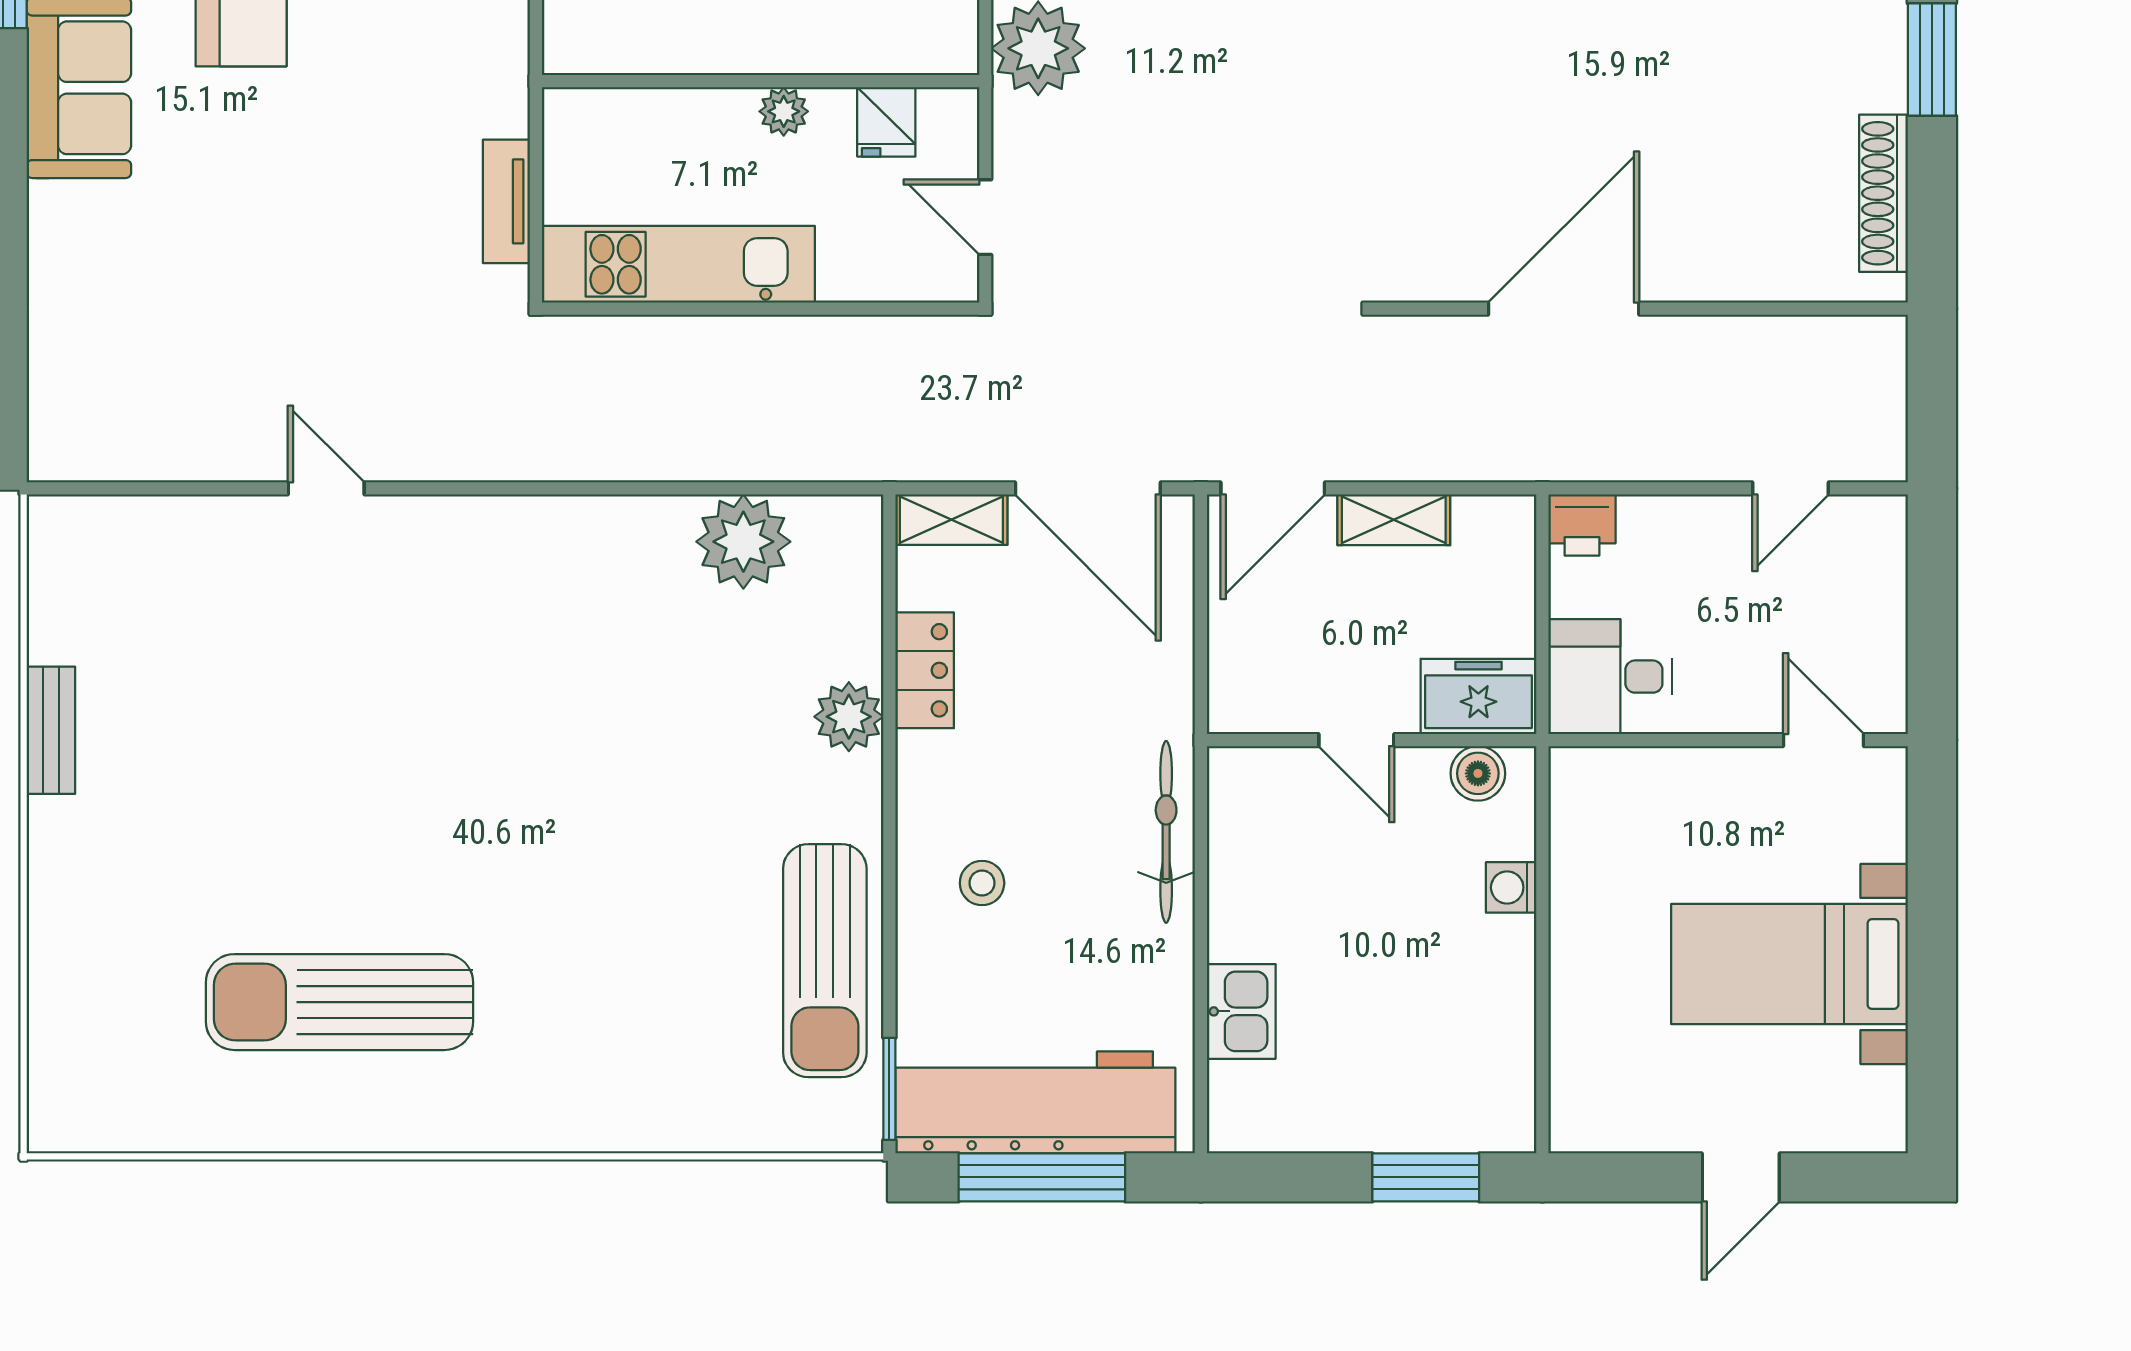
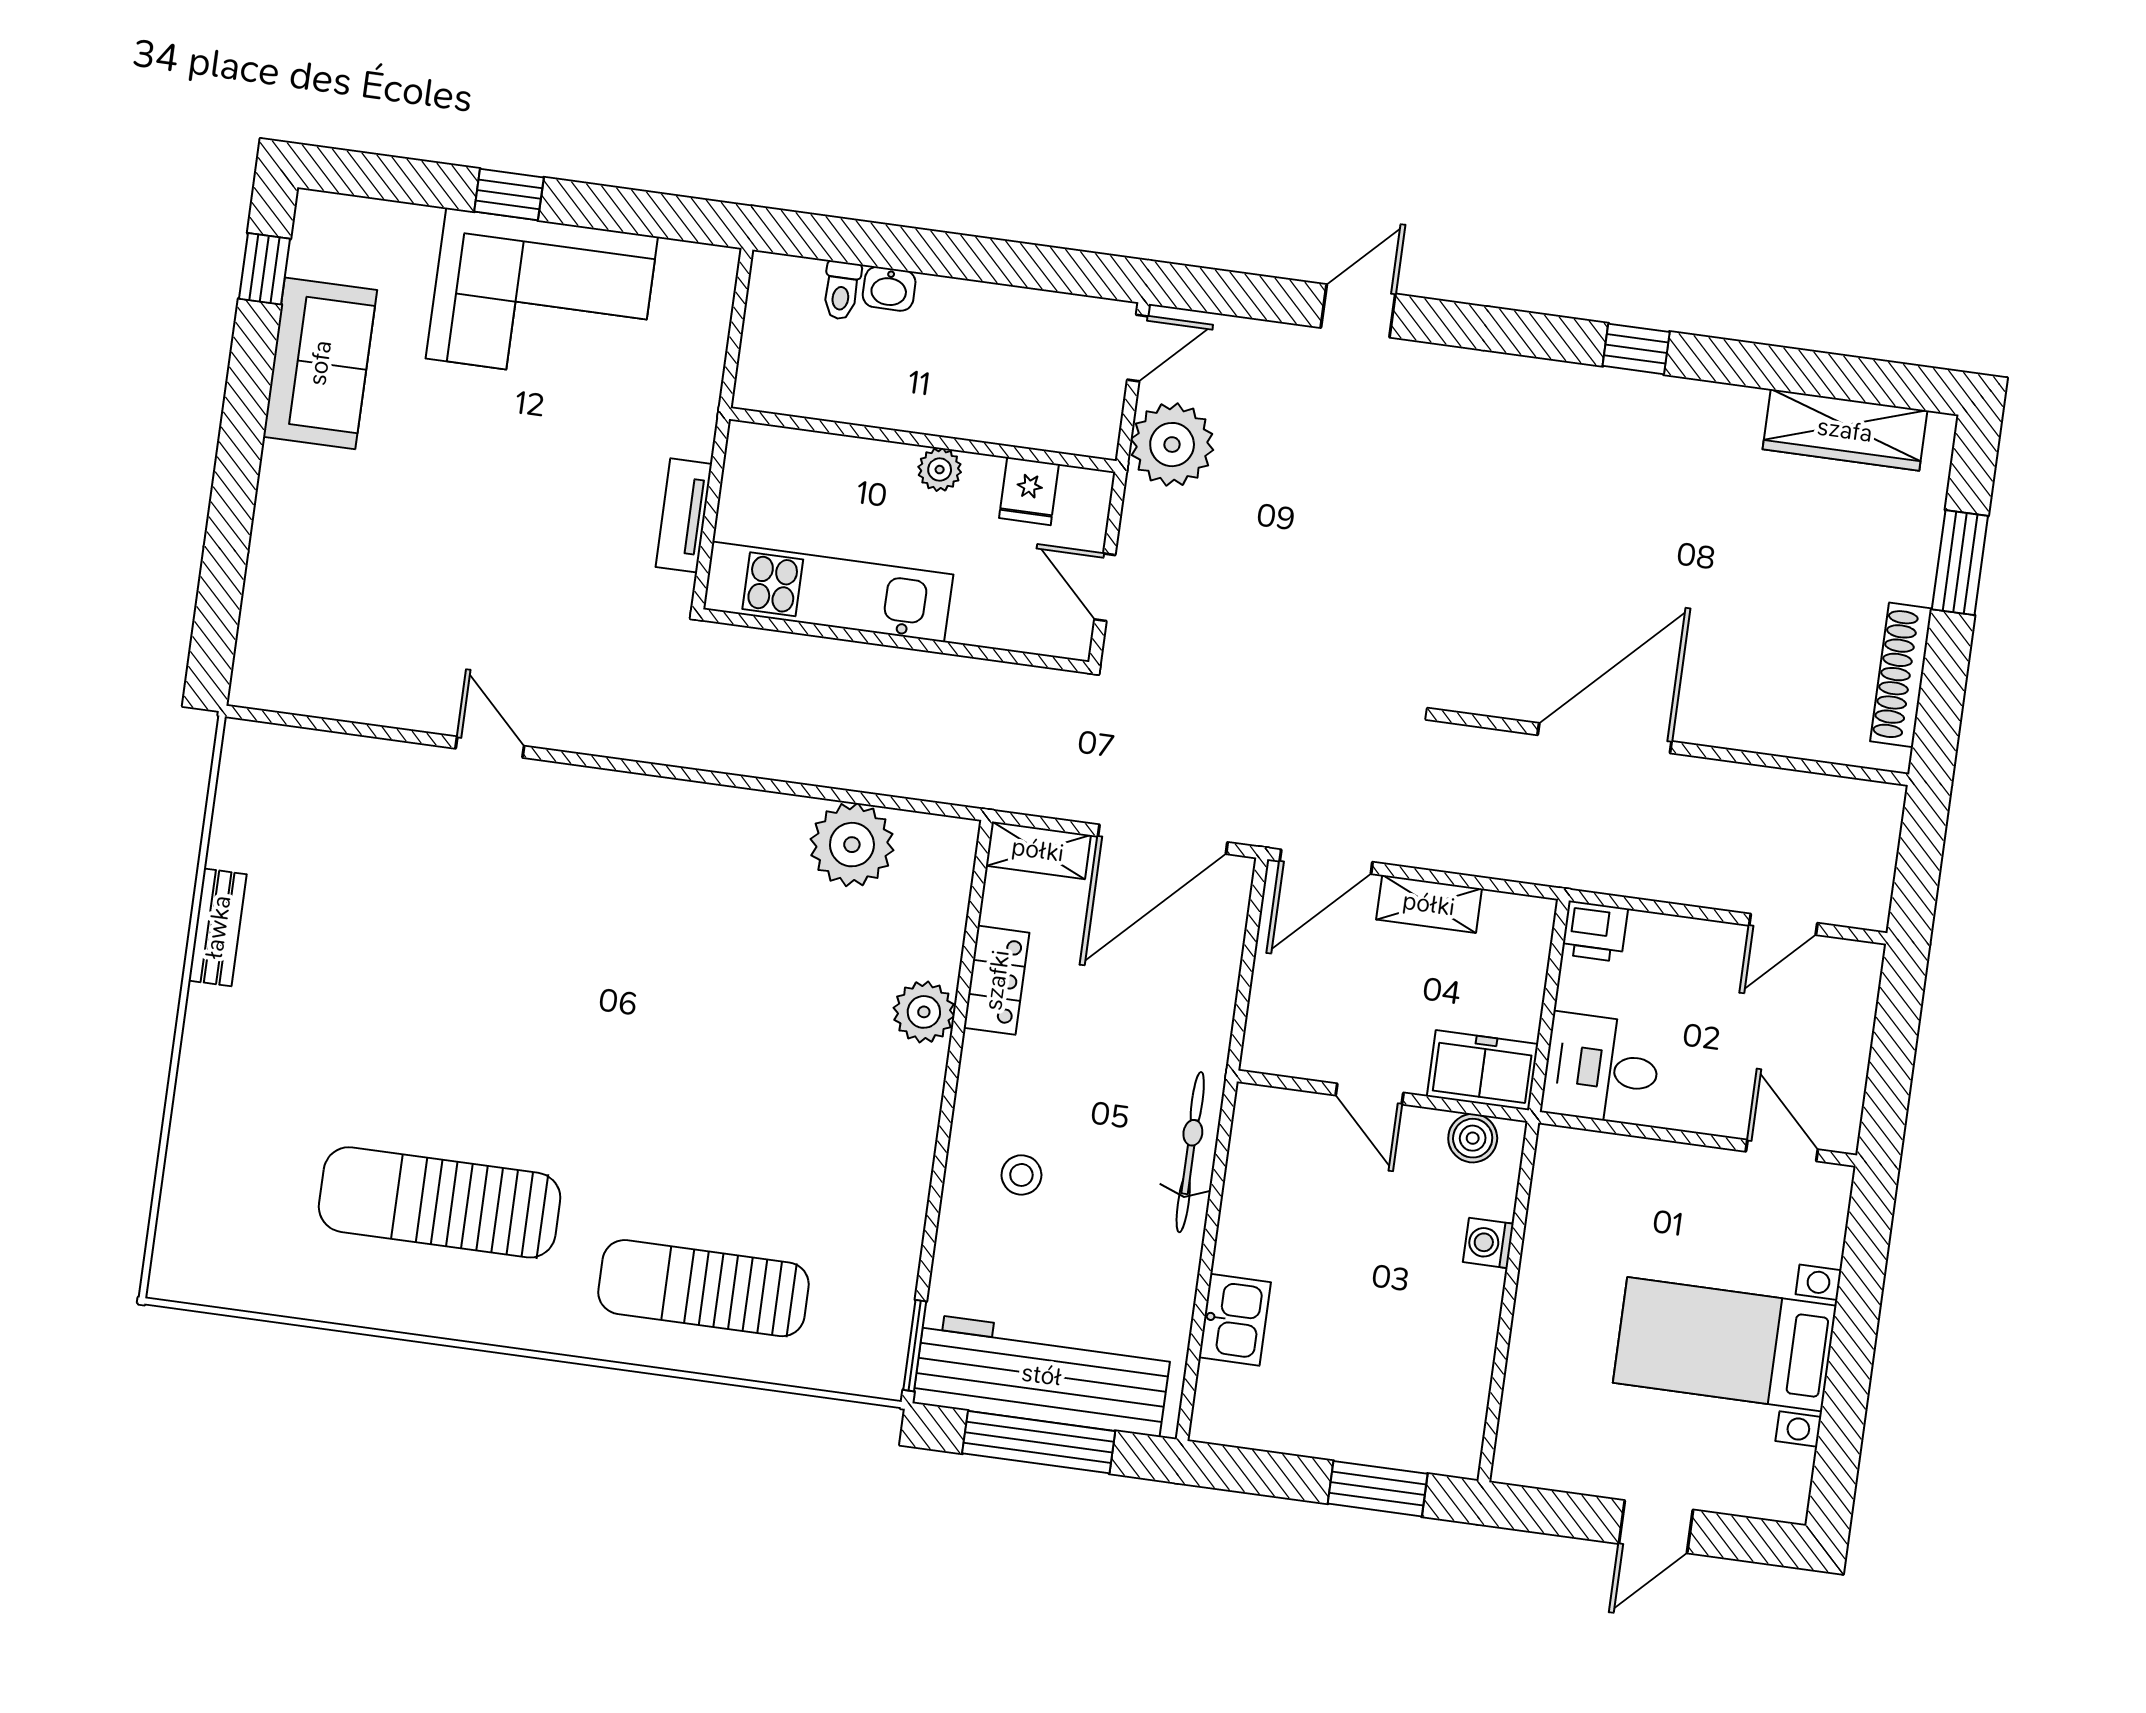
door: (1088, 488) -> (1163, 839), hinge flipped
sun lounger: (825, 961) -> (703, 1288), moved, turned 90

